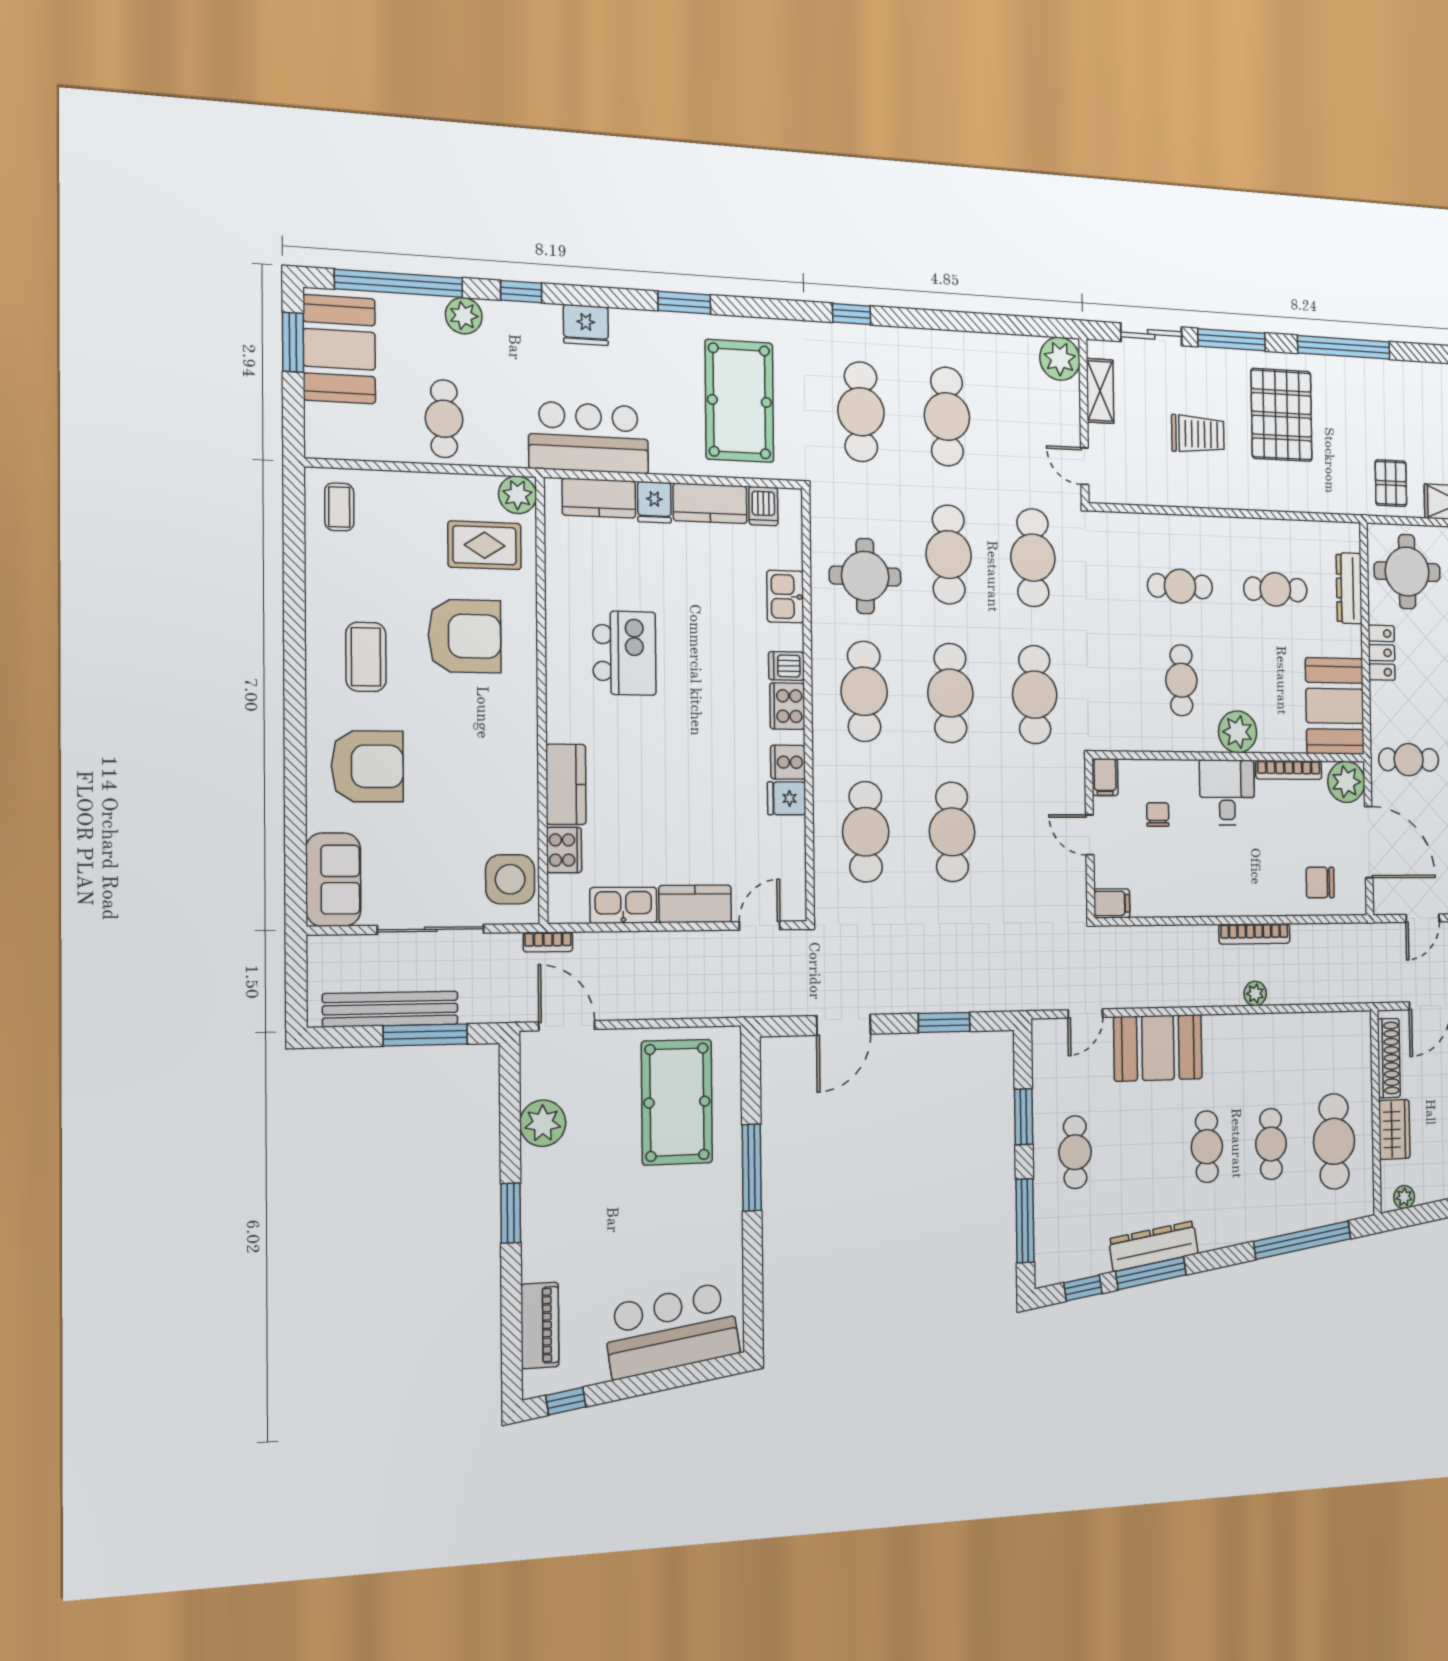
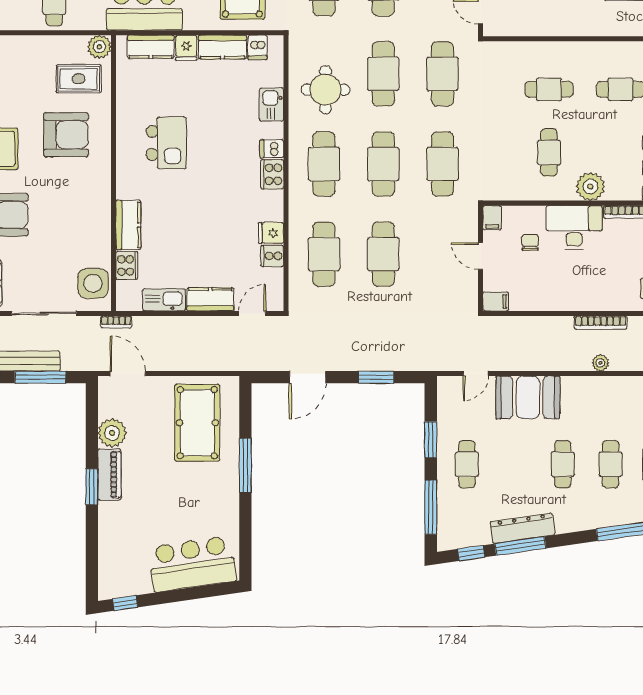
cooker: (788, 762) -> (272, 256), moved
desk: (1227, 792) -> (574, 227), width x1.37
piano: (540, 1325) -> (109, 475), moved

